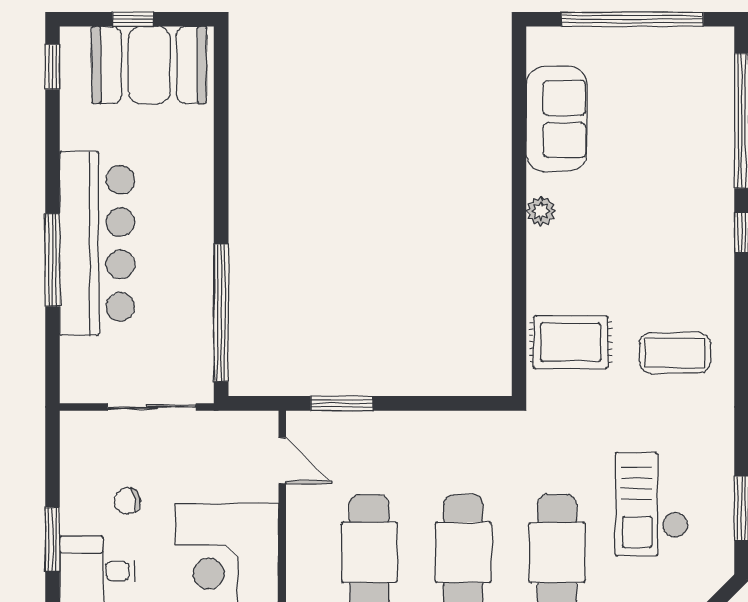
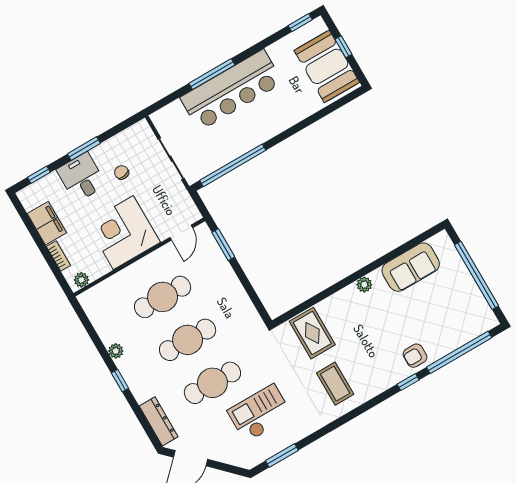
armchair: (705, 196) -> (415, 356), added

